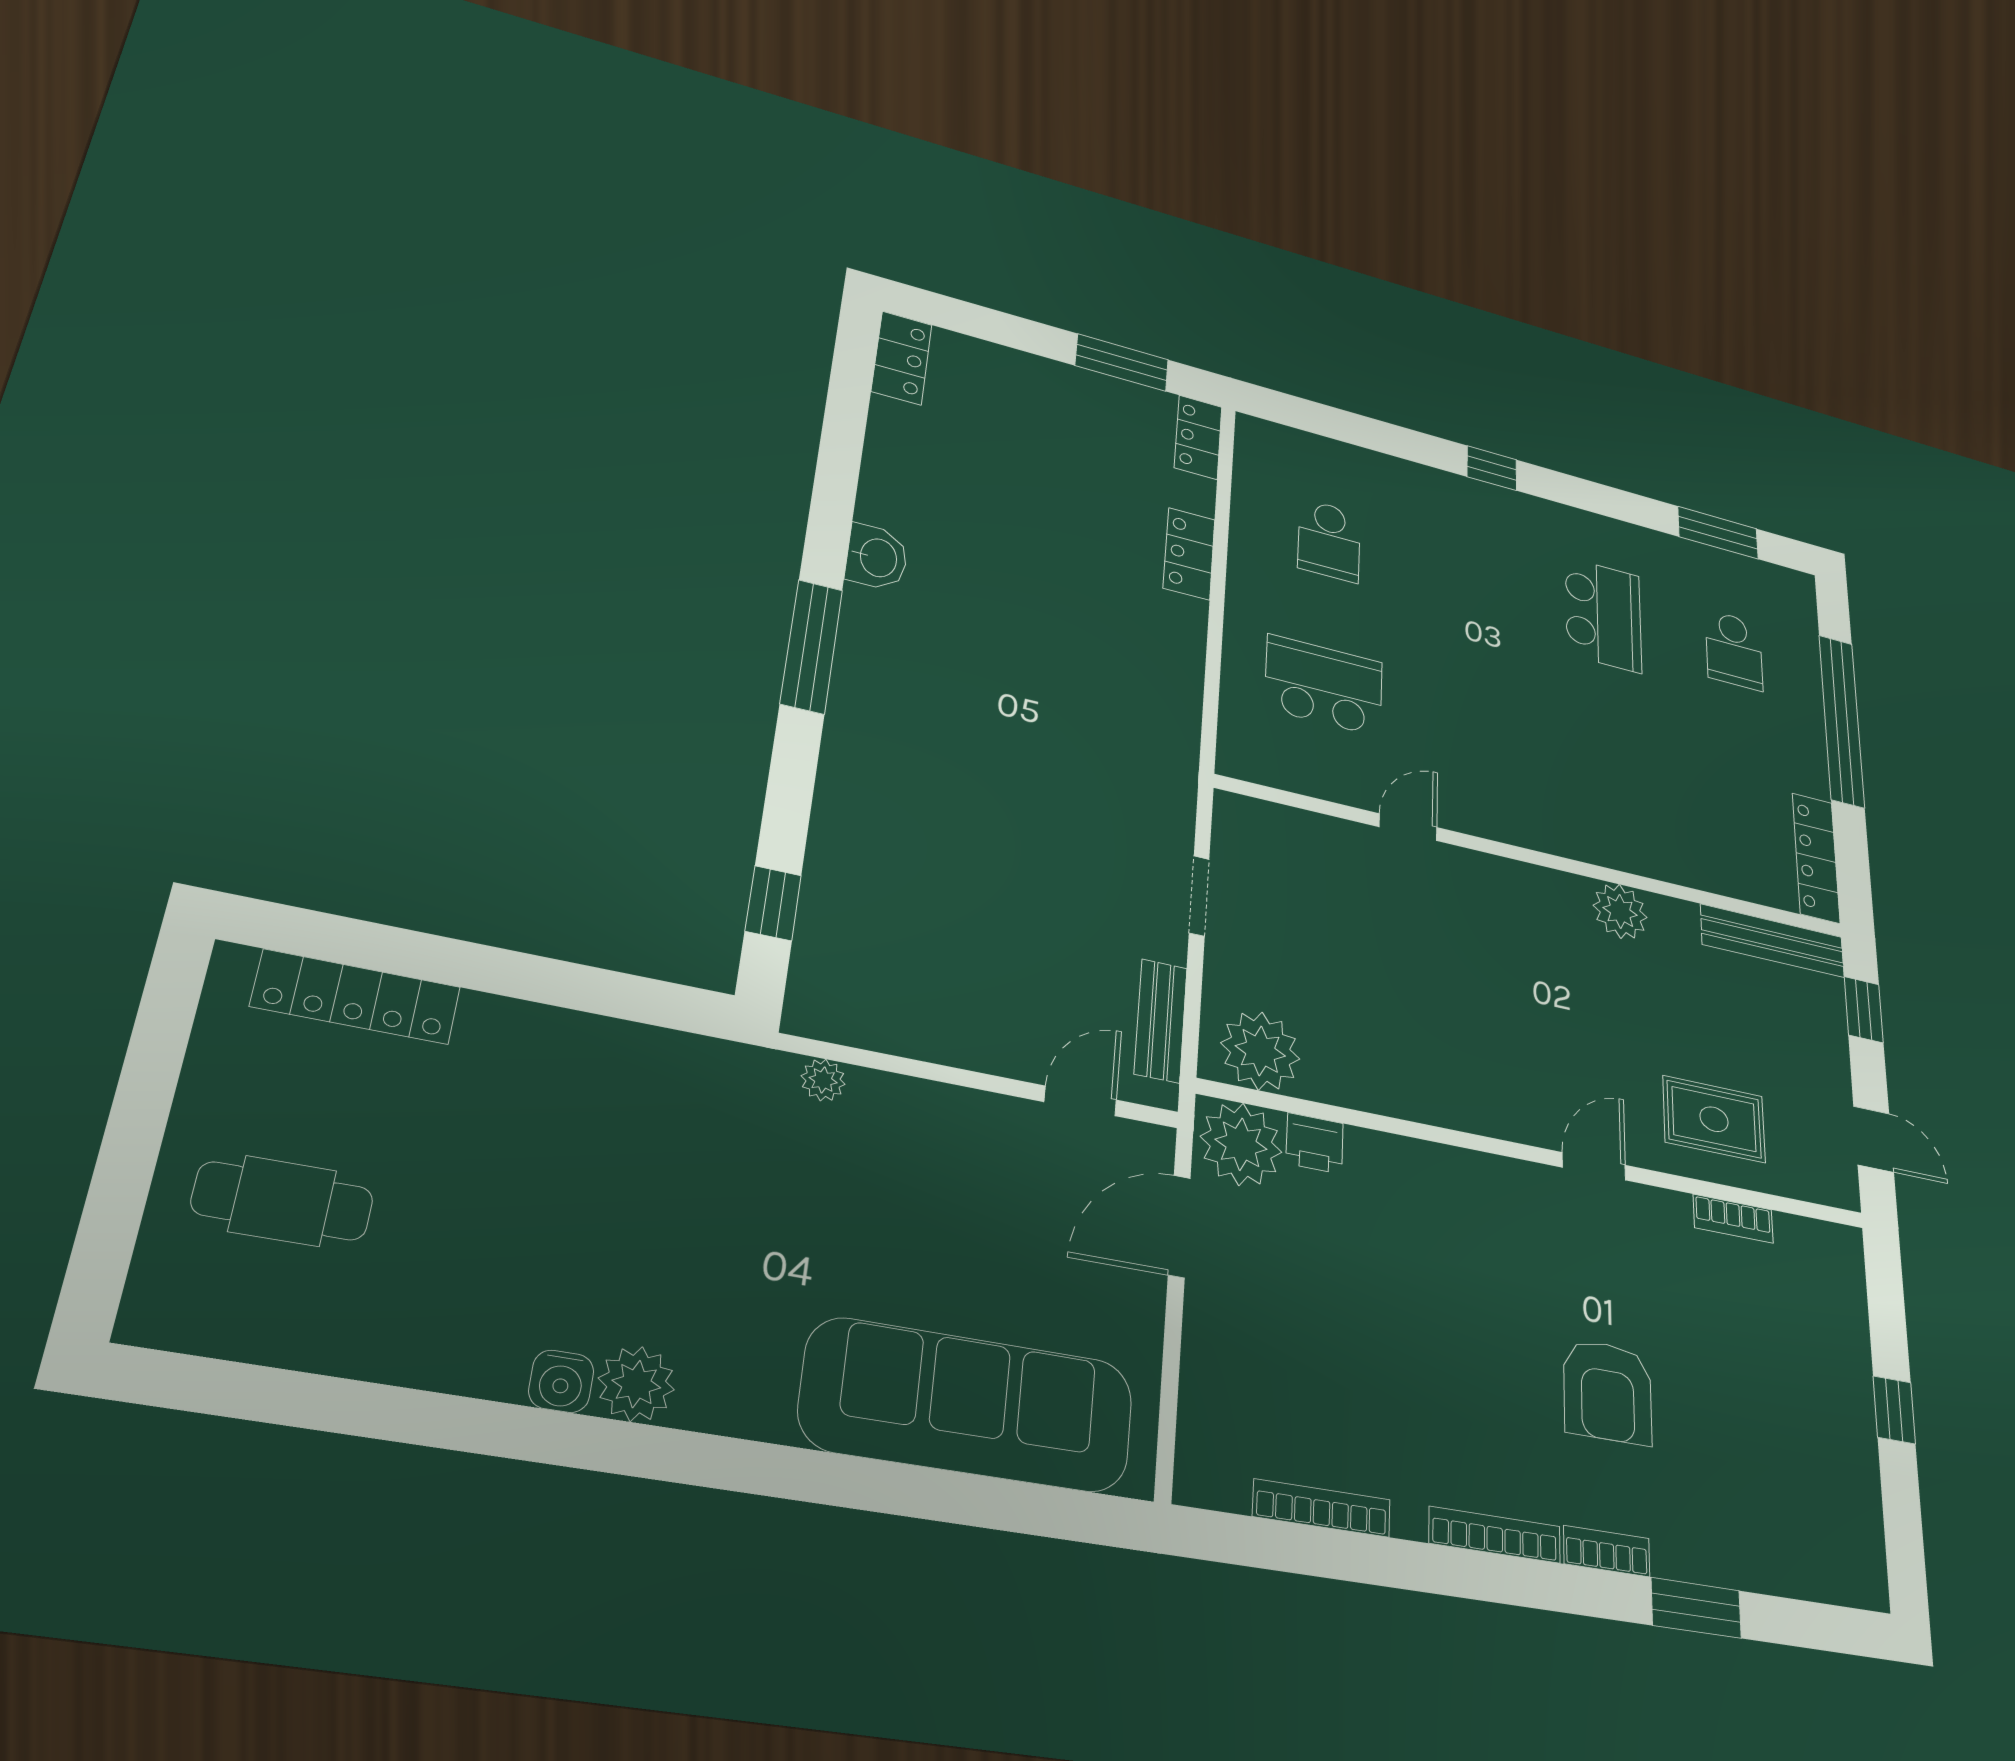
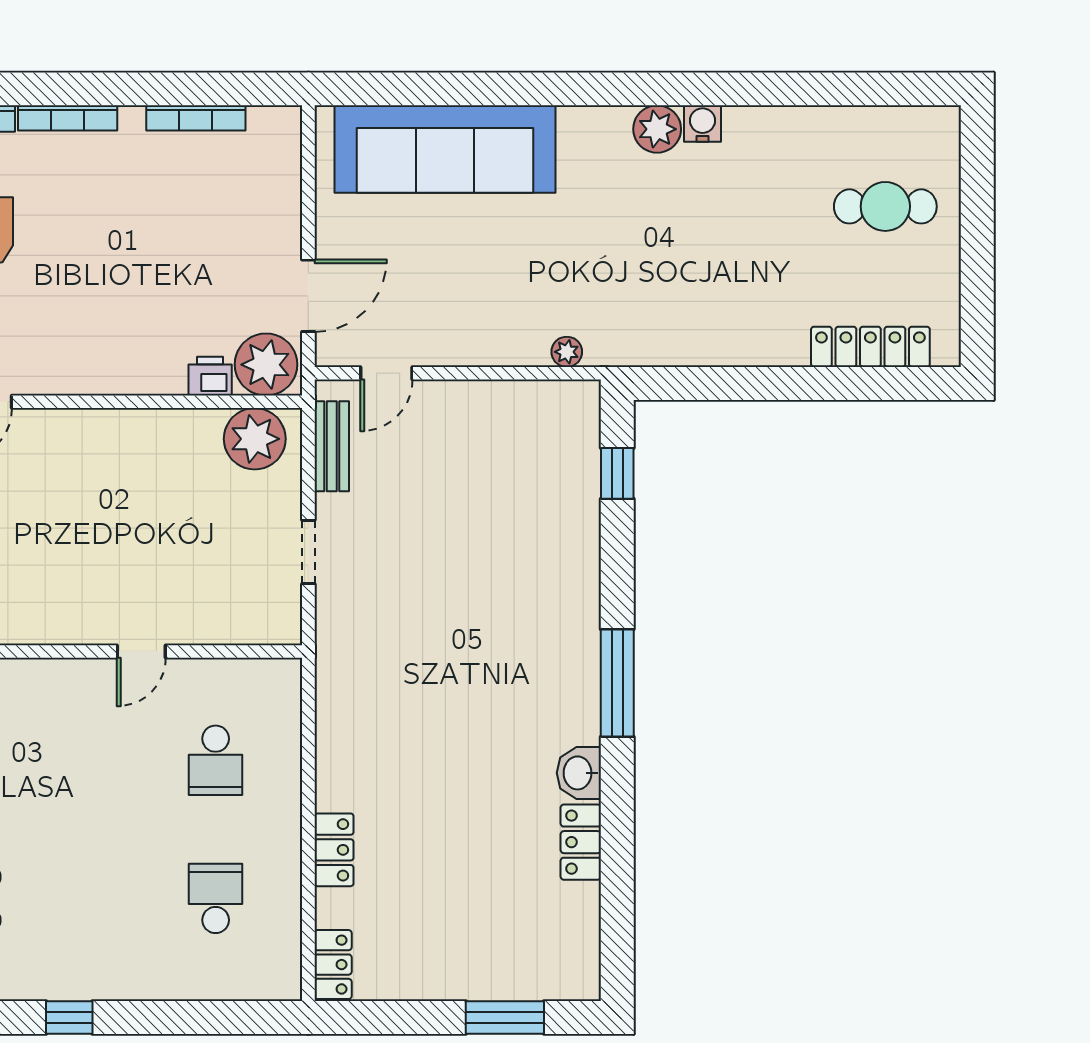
locker: (902, 358) -> (581, 842), moved
window: (1122, 363) -> (505, 1018), moved
school desk: (1324, 685) -> (216, 760), width x0.54

